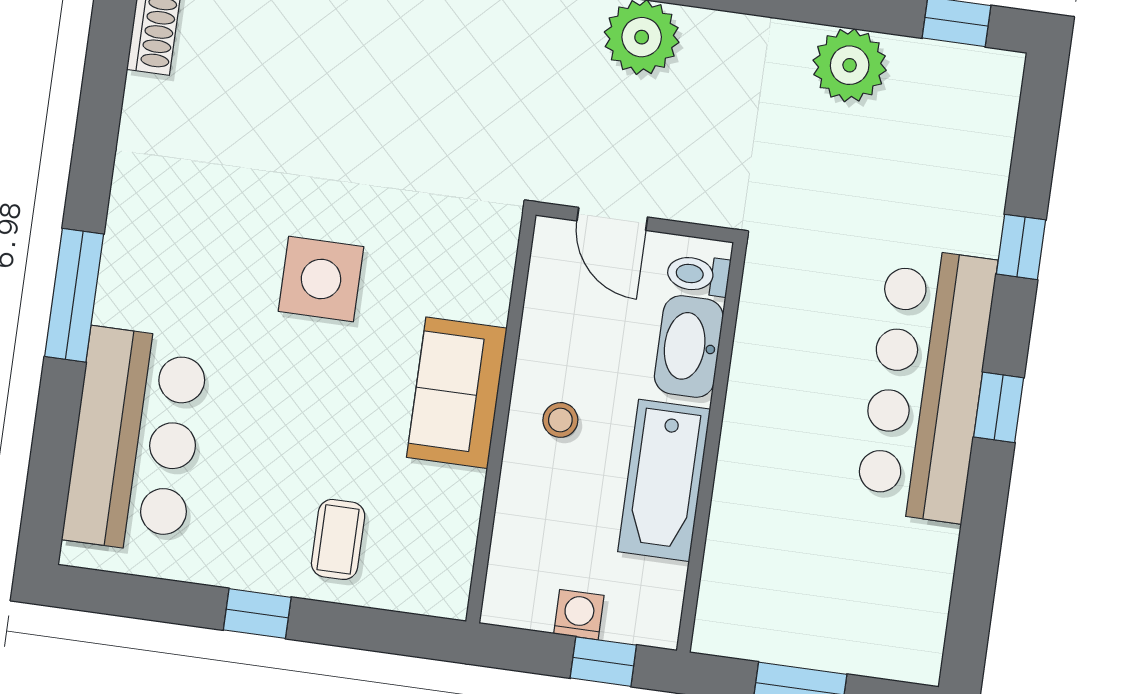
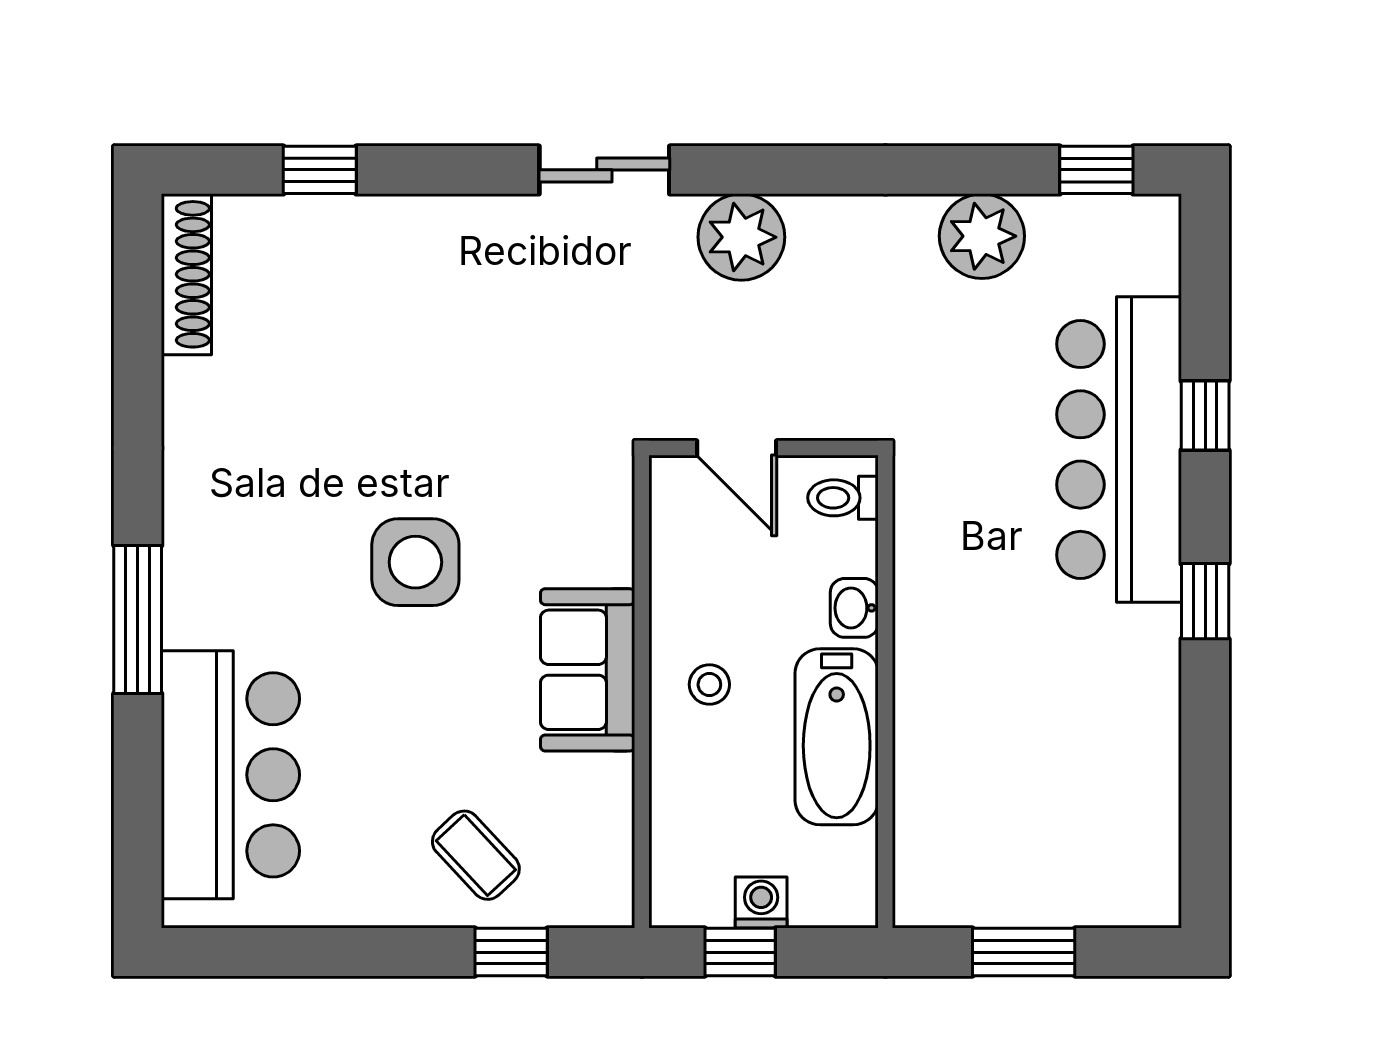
washbasin: (689, 346) -> (854, 608), width x0.52, depth x0.69
bar counter: (926, 385) -> (1119, 449), moved
coffee table: (338, 539) -> (476, 855), turned -43
window: (257, 614) -> (511, 952), moved
window: (603, 662) -> (740, 952), moved

